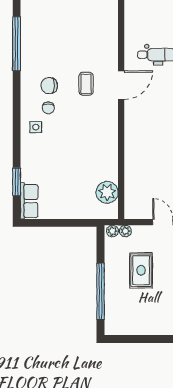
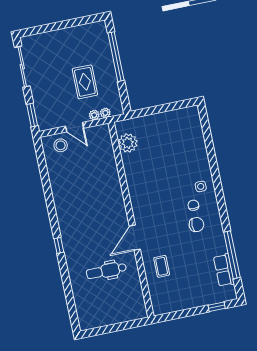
coffee table: (86, 84) -> (162, 266), moved
window: (17, 182) -> (208, 136), removed
row of seats: (29, 201) -> (224, 270), moved
plant: (112, 231) -> (94, 115), moved

